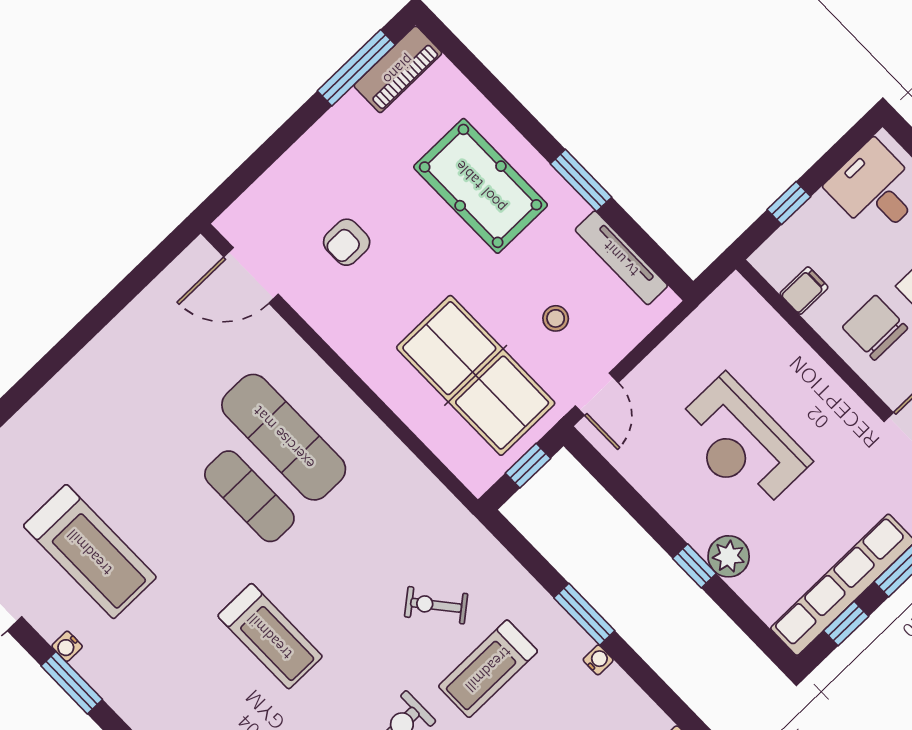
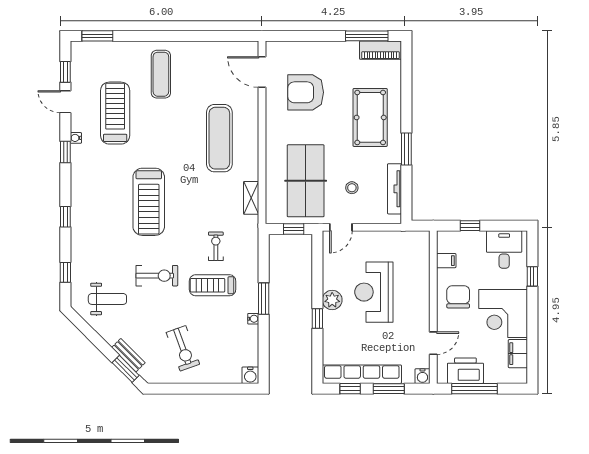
armchair: (347, 242) -> (306, 92), width x1.88, depth x1.88
shelving: (419, 481) -> (251, 198), added
exercise mat: (249, 496) -> (161, 74), moved
treadmill: (90, 552) -> (115, 113), turned 180
plant: (729, 556) -> (332, 300), moved
exercise bike: (436, 605) -> (216, 246), turned 39
treadmill: (270, 636) -> (149, 202), width x1.37, depth x1.38
window: (72, 683) -> (65, 152), width x0.67

